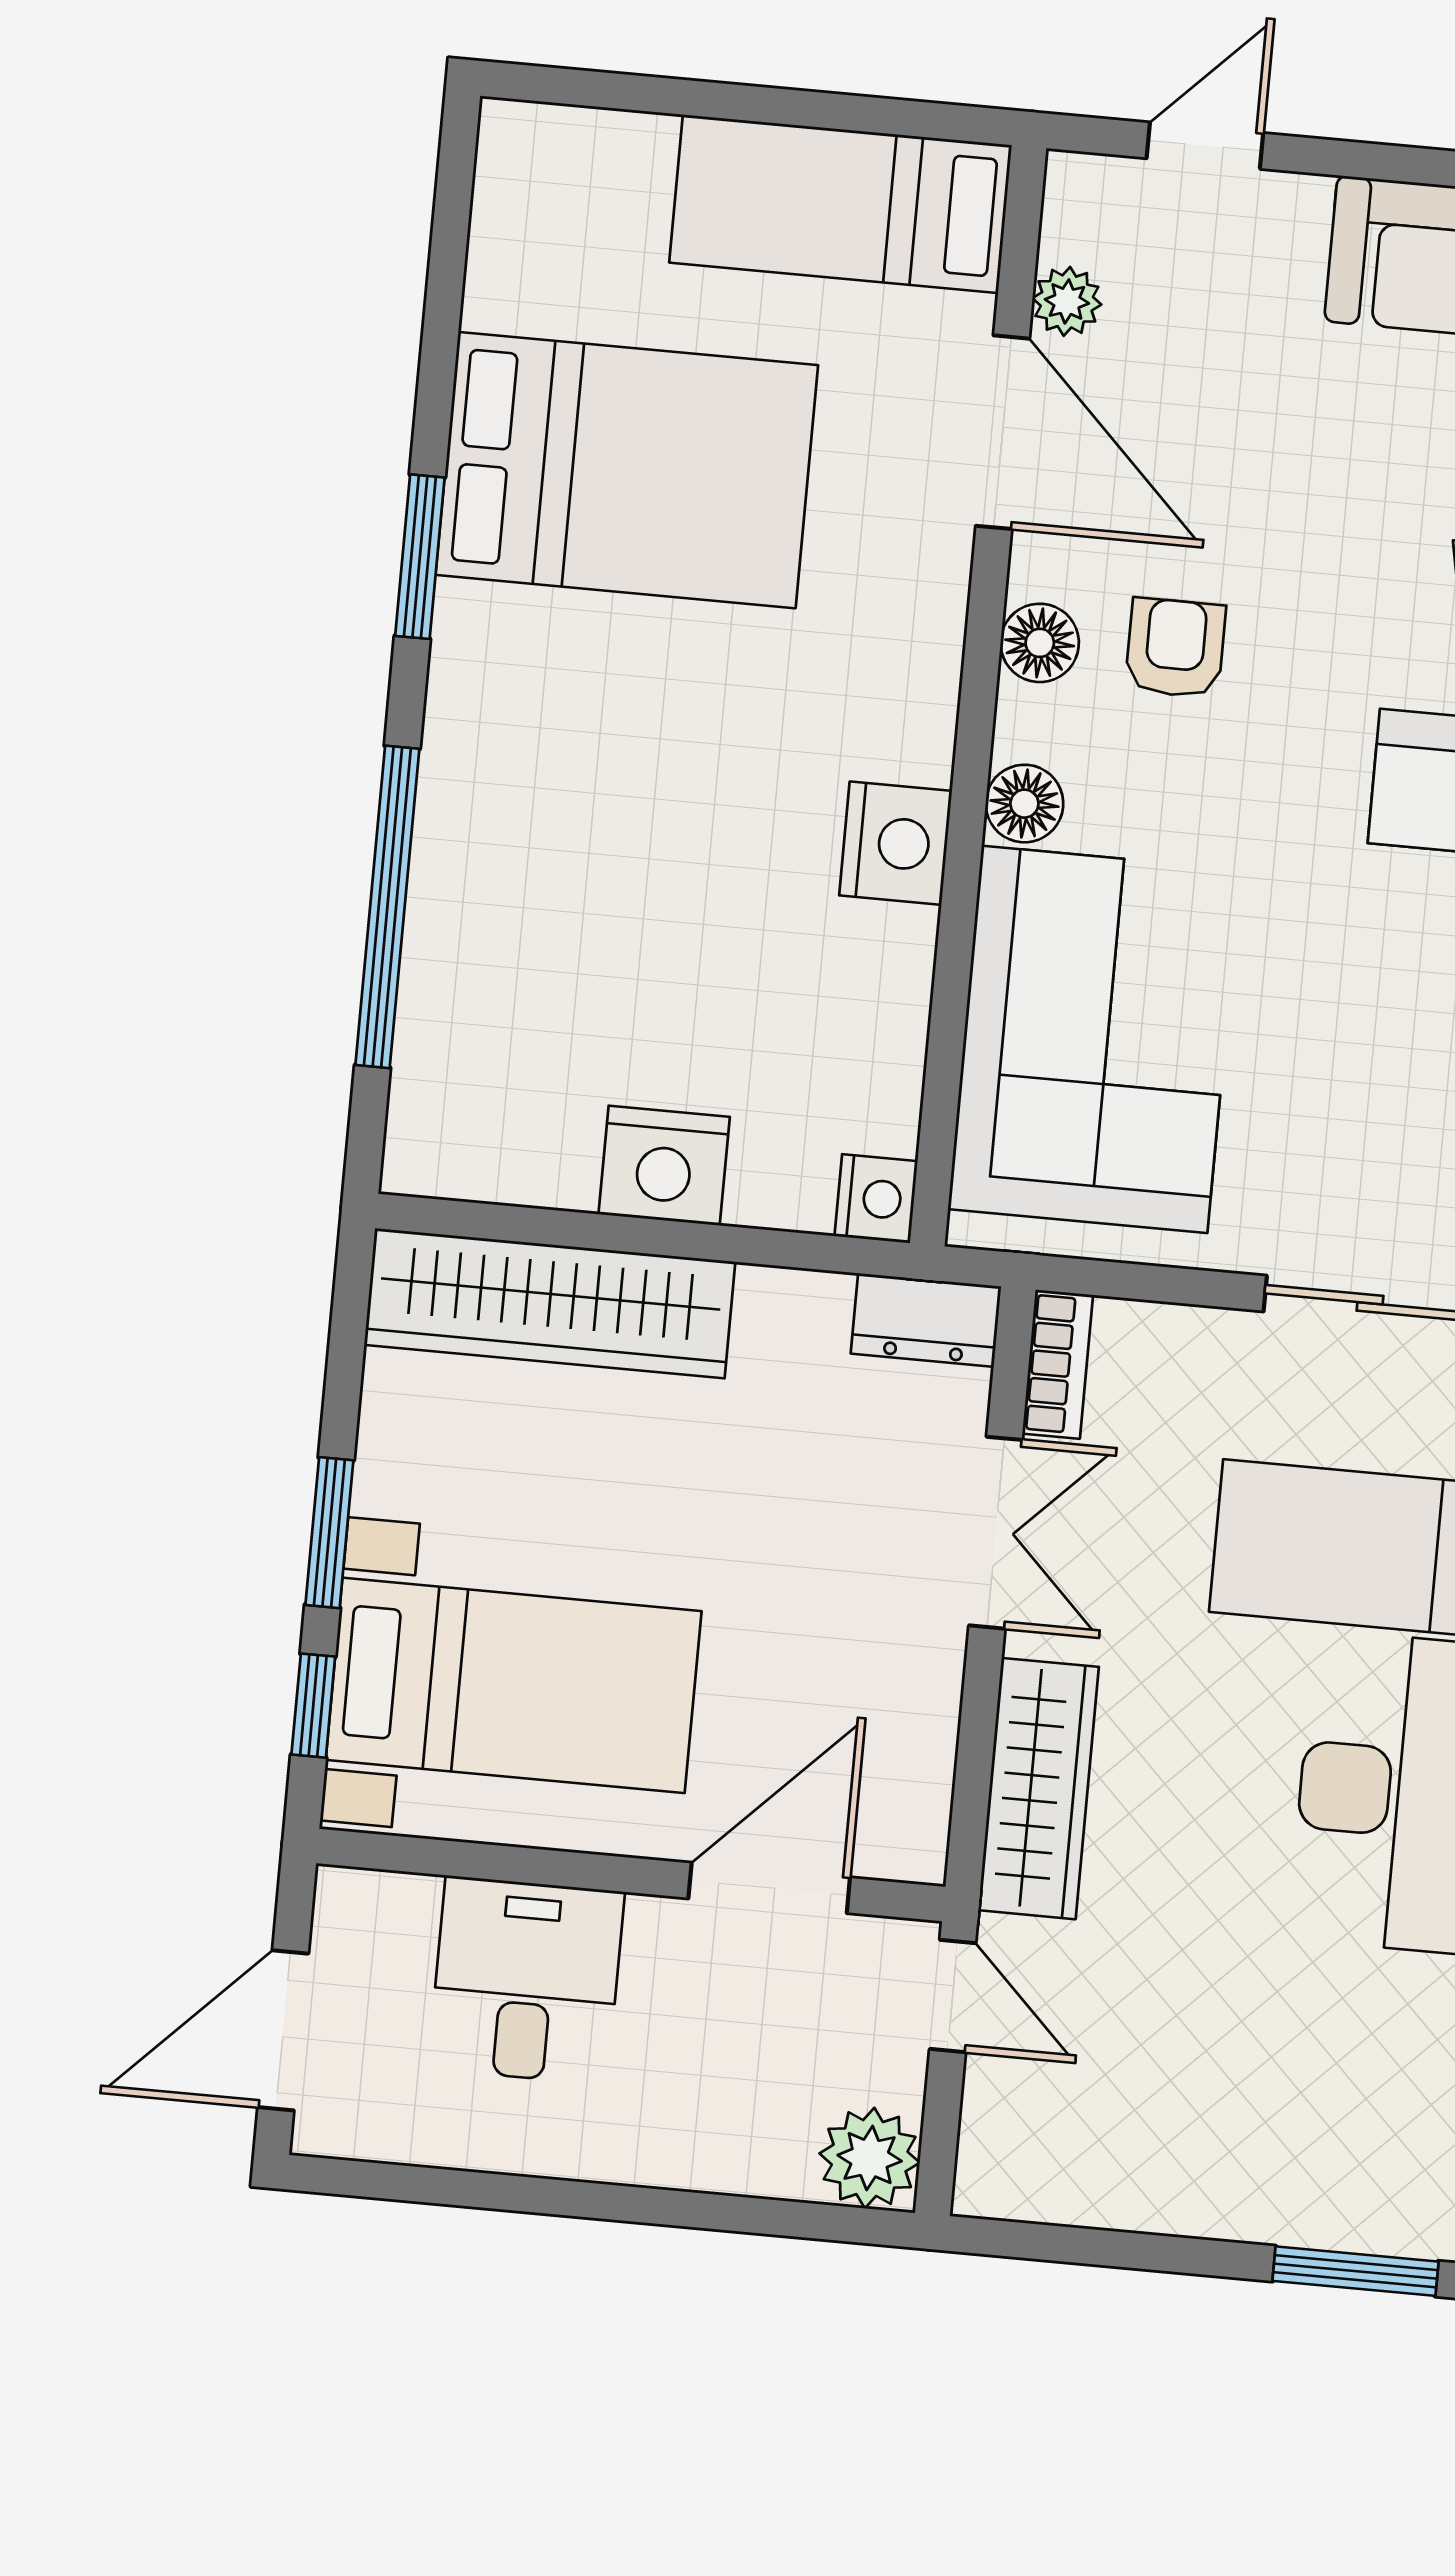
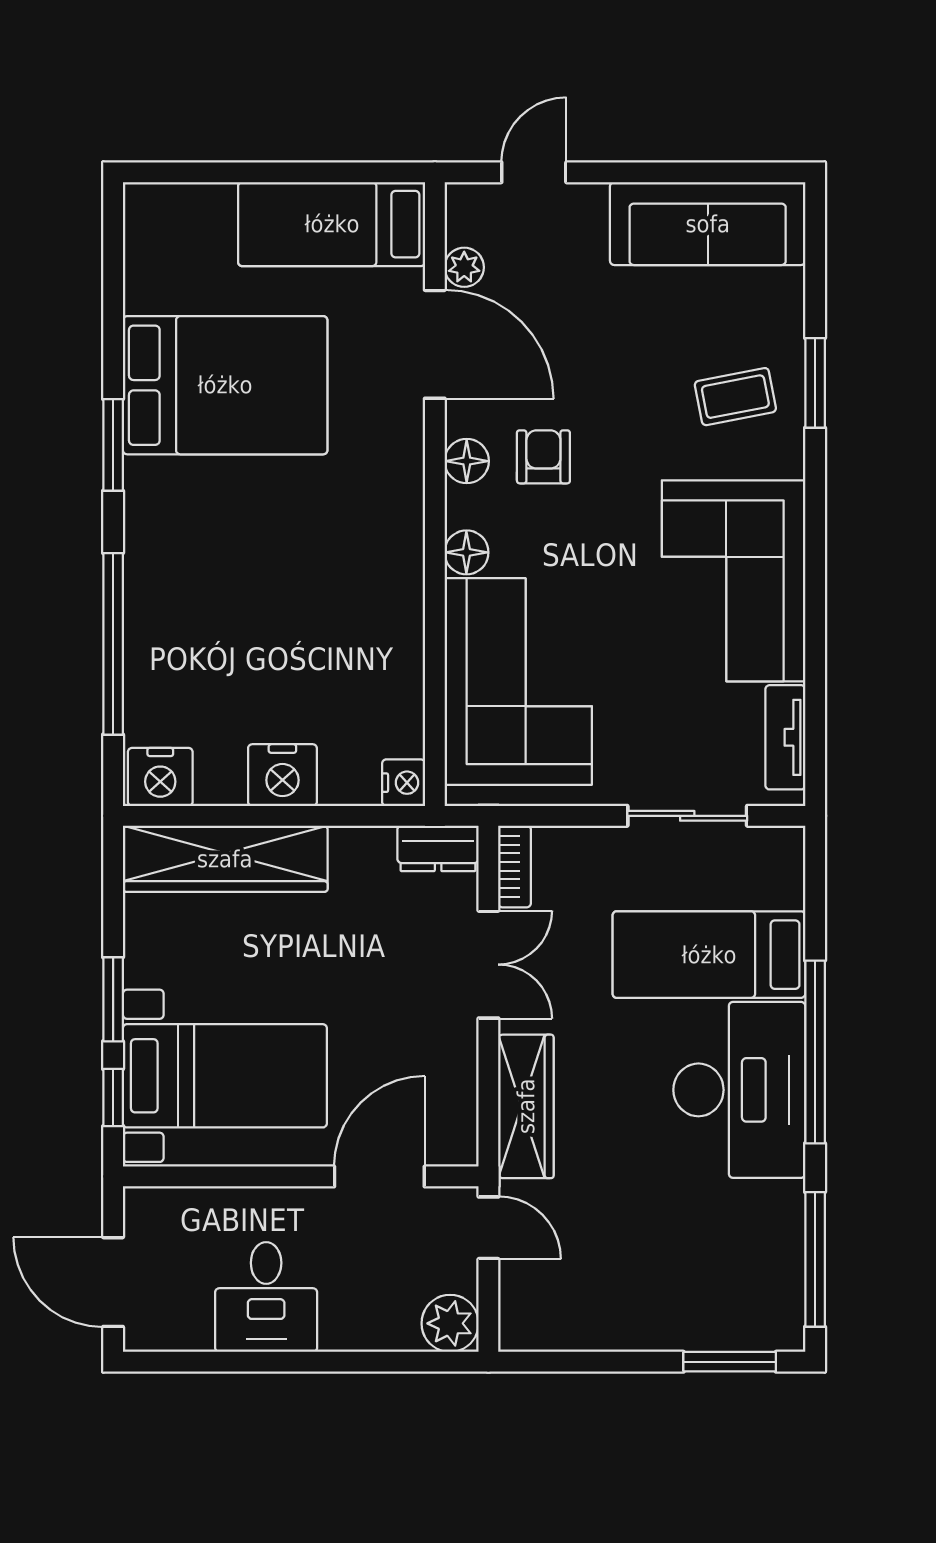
nightstand: (896, 843) -> (160, 777), moved, turned 90
desk: (526, 1980) -> (266, 1297), moved, turned 180
door: (283, 2030) -> (113, 1282), hinge flipped

